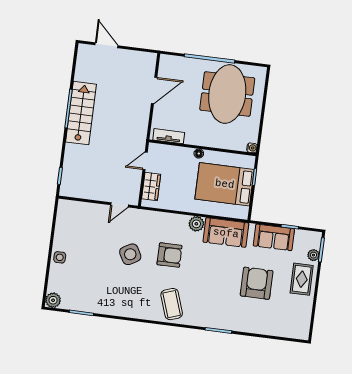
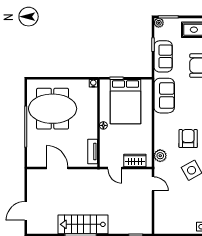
plant: (196, 224) -> (160, 156), moved
plant: (313, 255) -> (159, 23), moved

